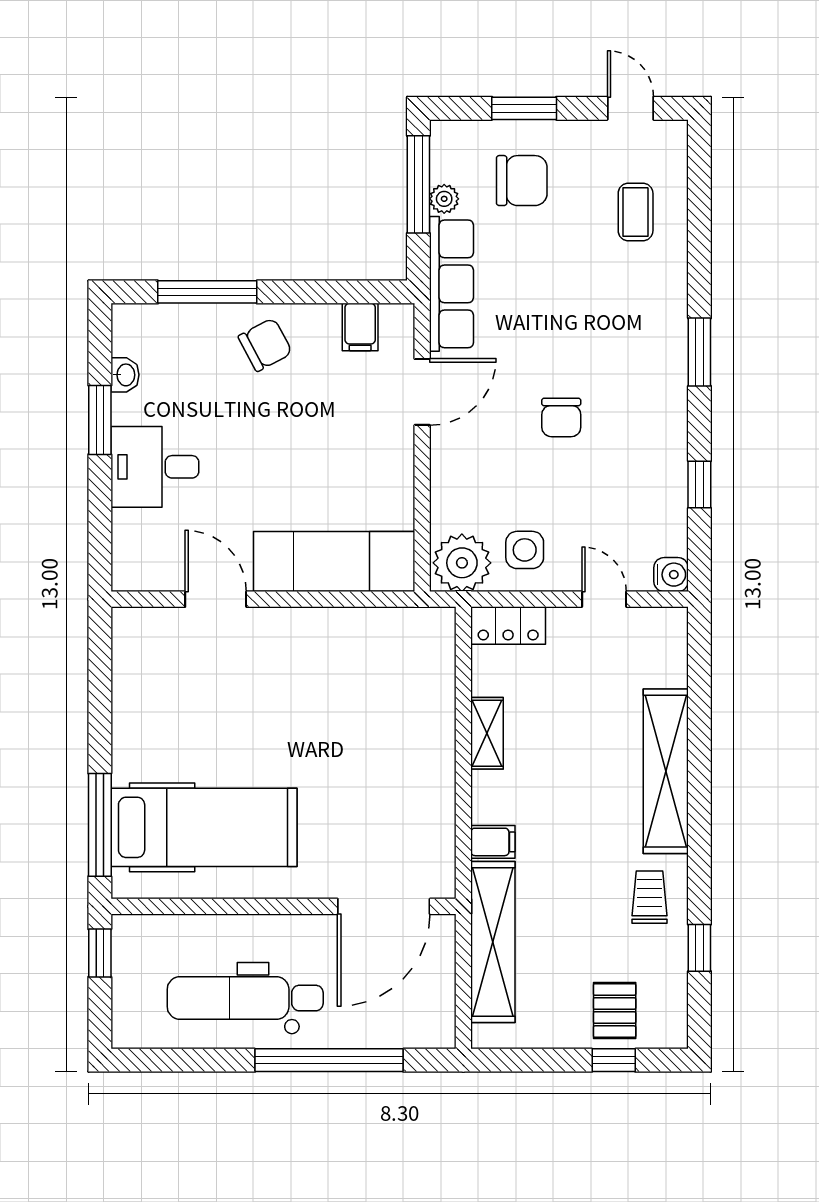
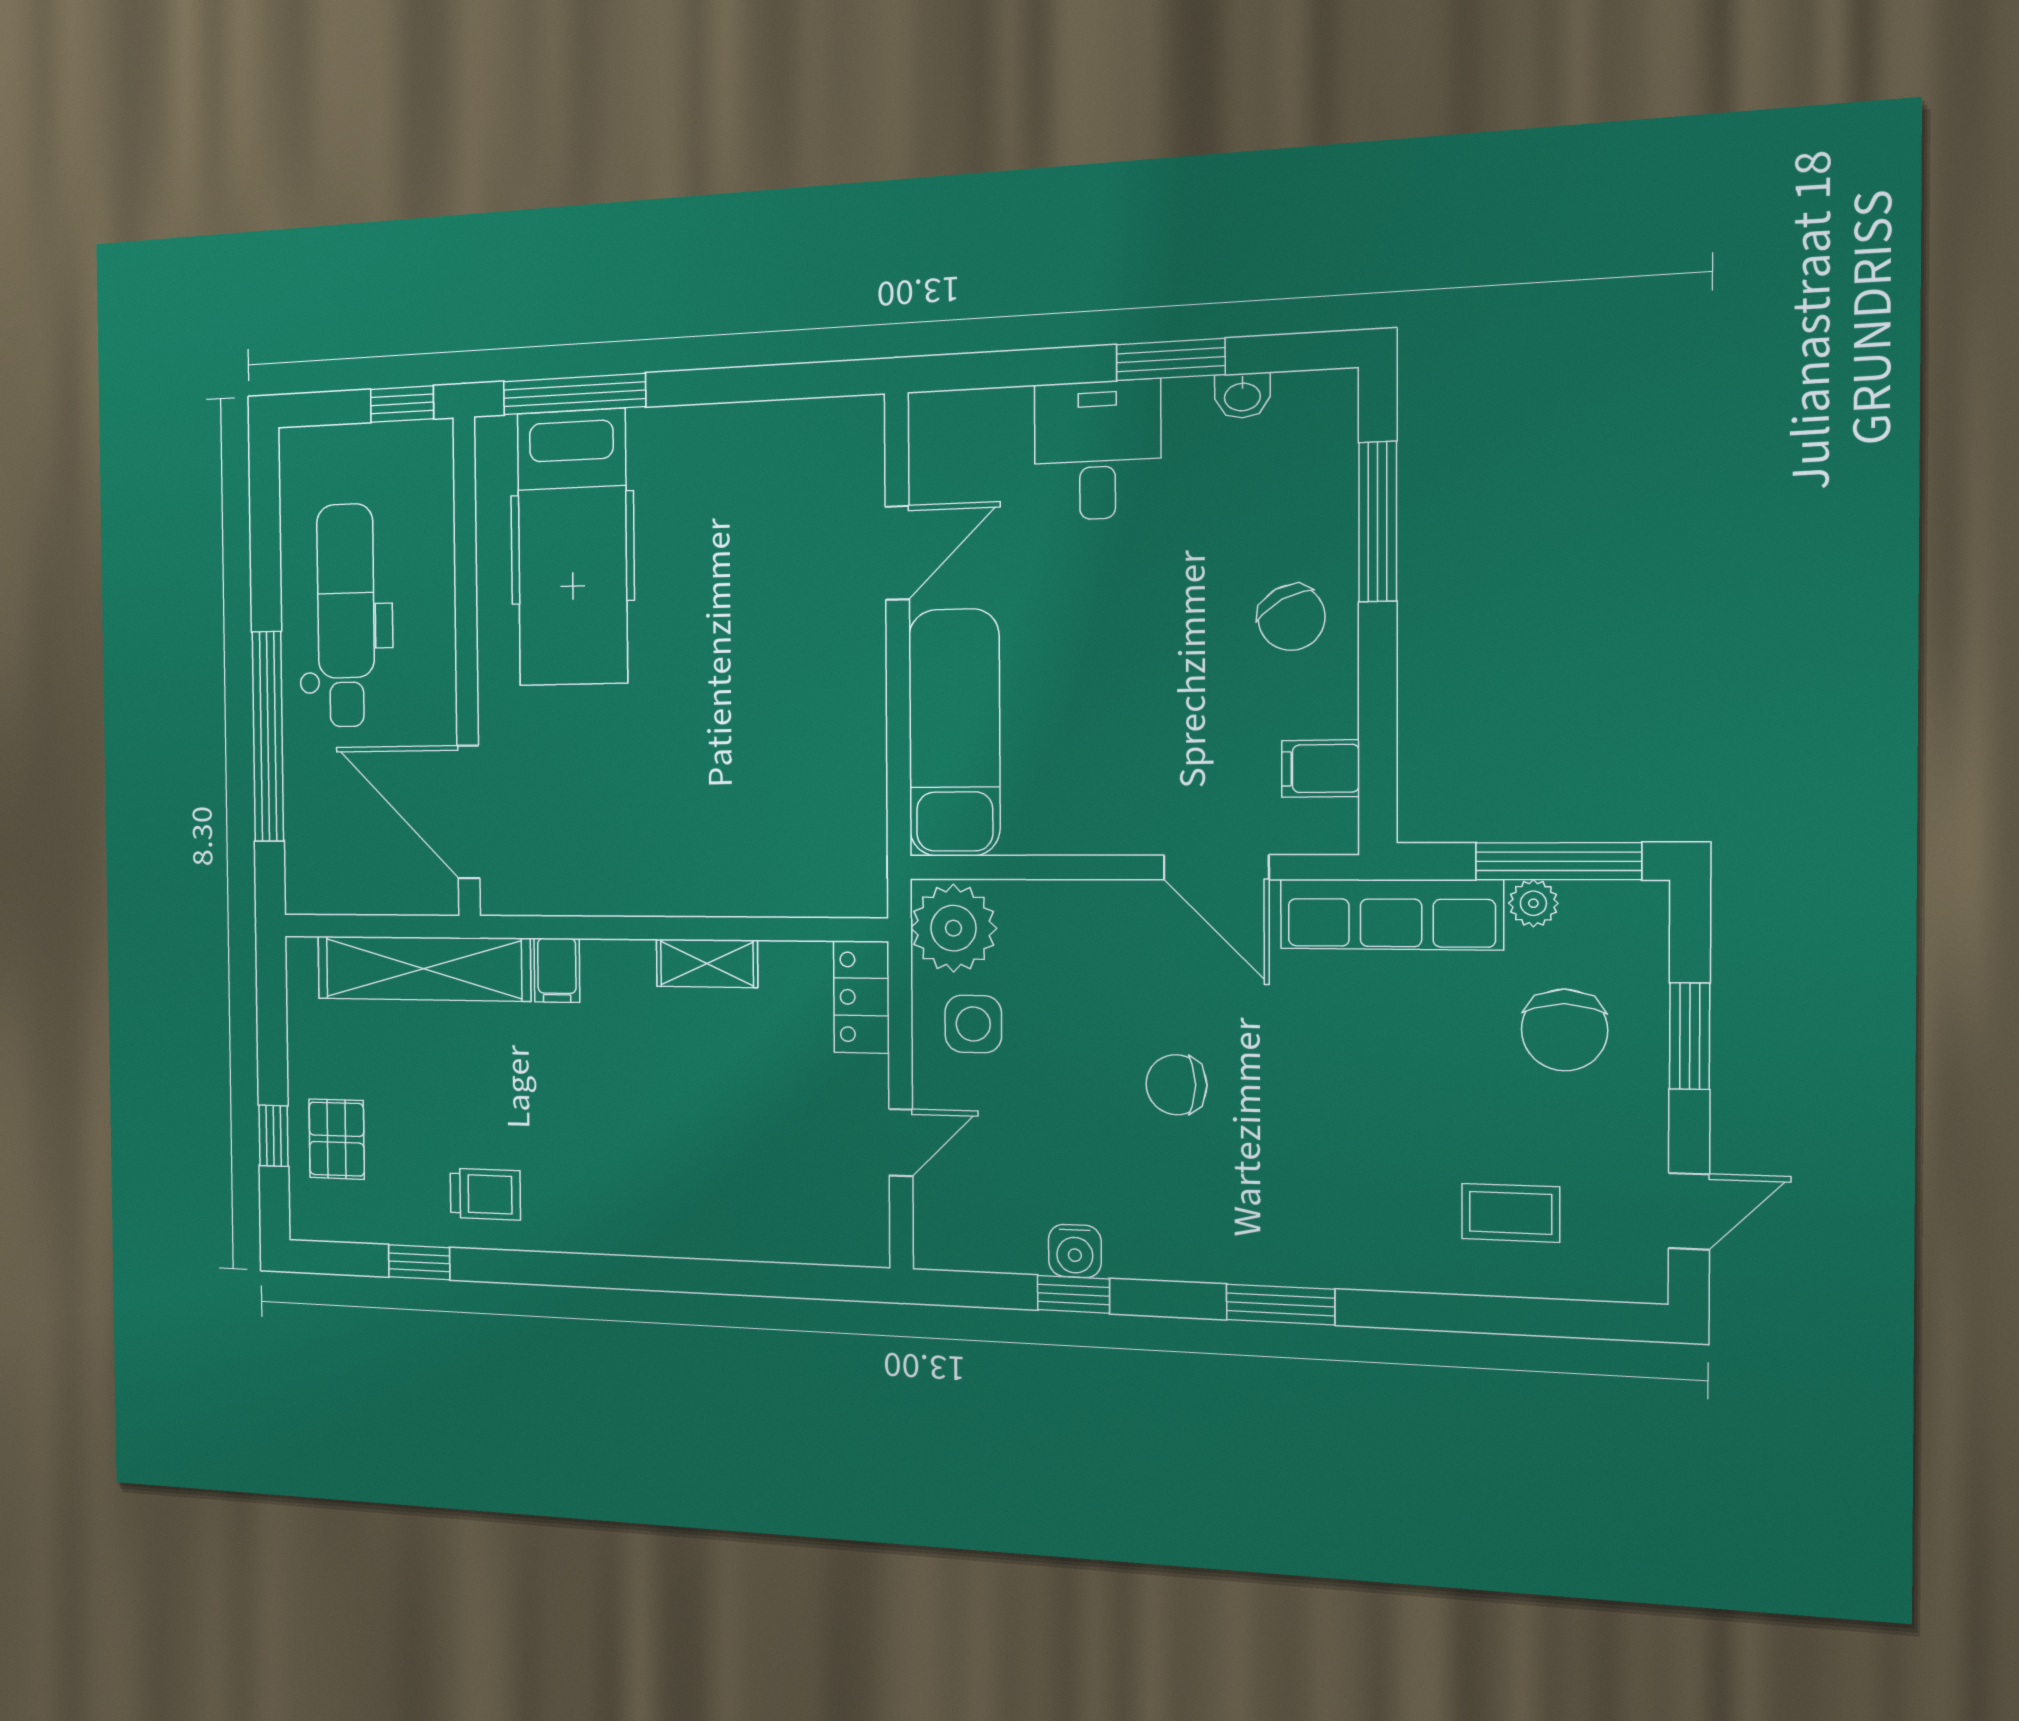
water cooler: (671, 575) -> (1075, 1251), moved
shelving: (666, 771) -> (656, 1225), removed
pallet: (615, 1011) -> (337, 1139), turned 90

